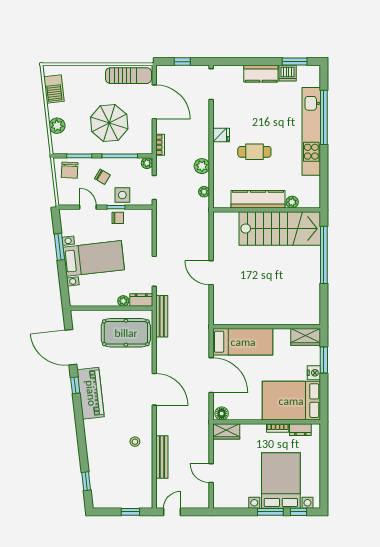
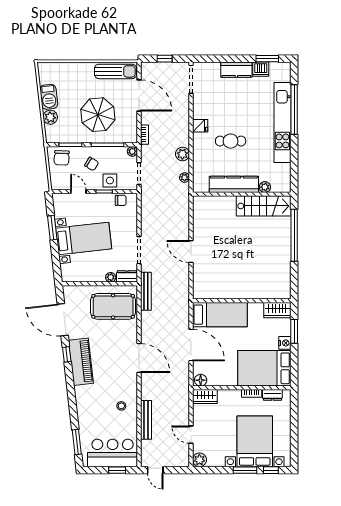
barbecue: (54, 89) -> (49, 97), moved
chair: (118, 218) -> (121, 200), moved
stairs: (280, 229) -> (264, 206), width x0.73, depth x0.66
window: (86, 481) -> (77, 442), width x1.50
bar counter: (125, 493) -> (113, 453), added
plant: (220, 501) -> (199, 460), added
door: (172, 512) -> (155, 470), swing flipped

